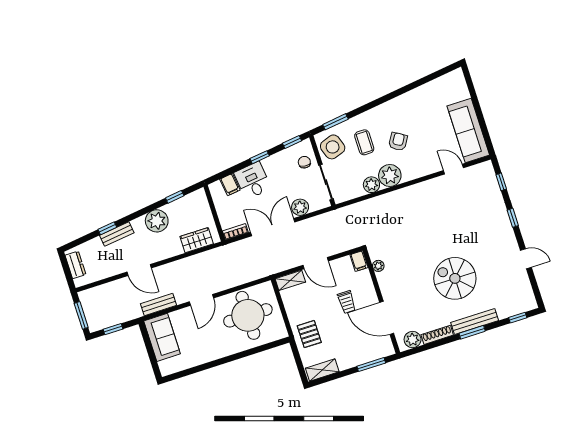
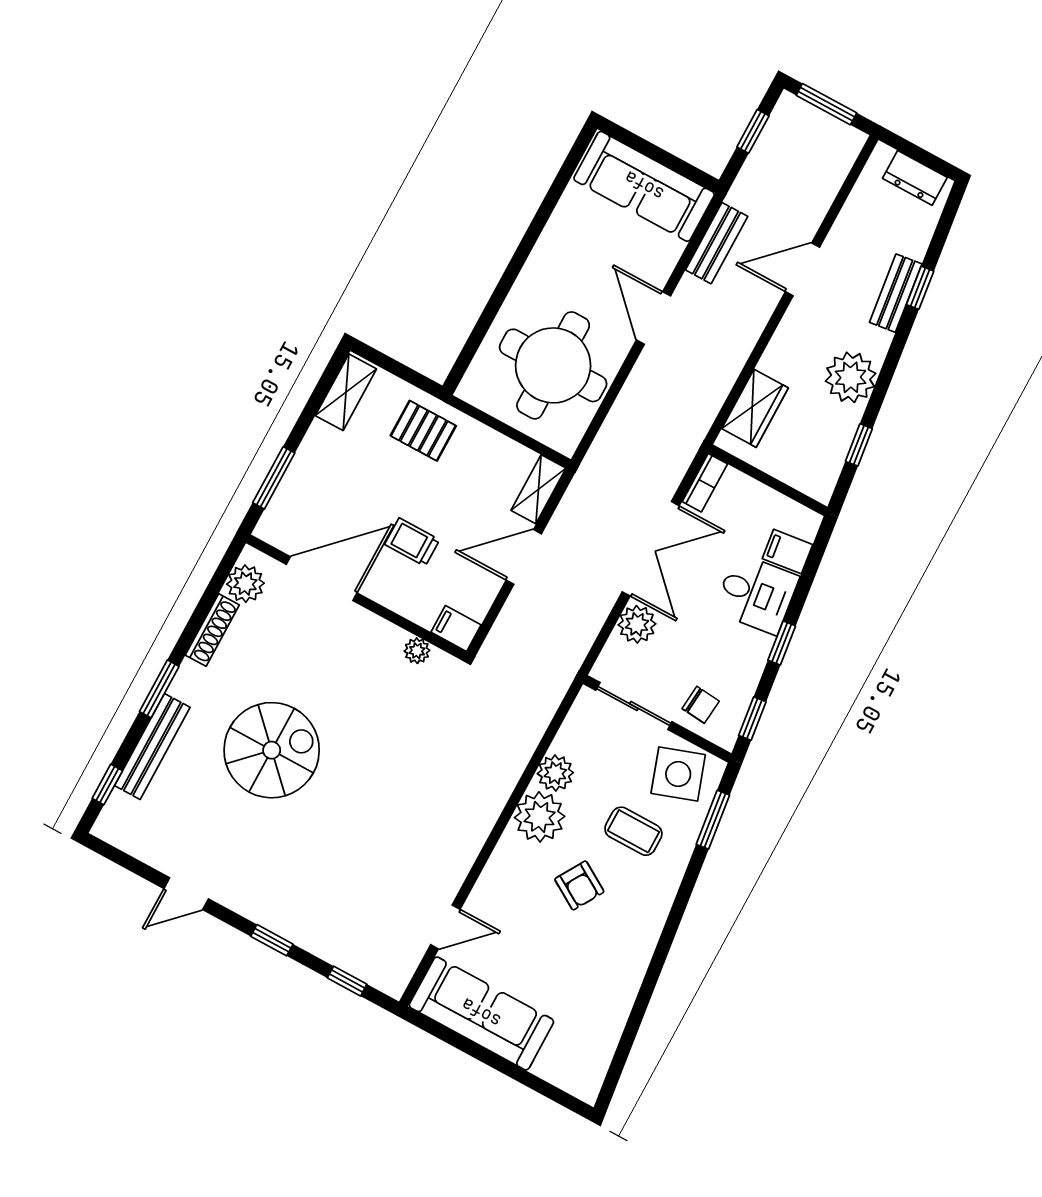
bench: (475, 321) -> (152, 746), moved
sofa: (162, 337) -> (644, 186), width x1.36

